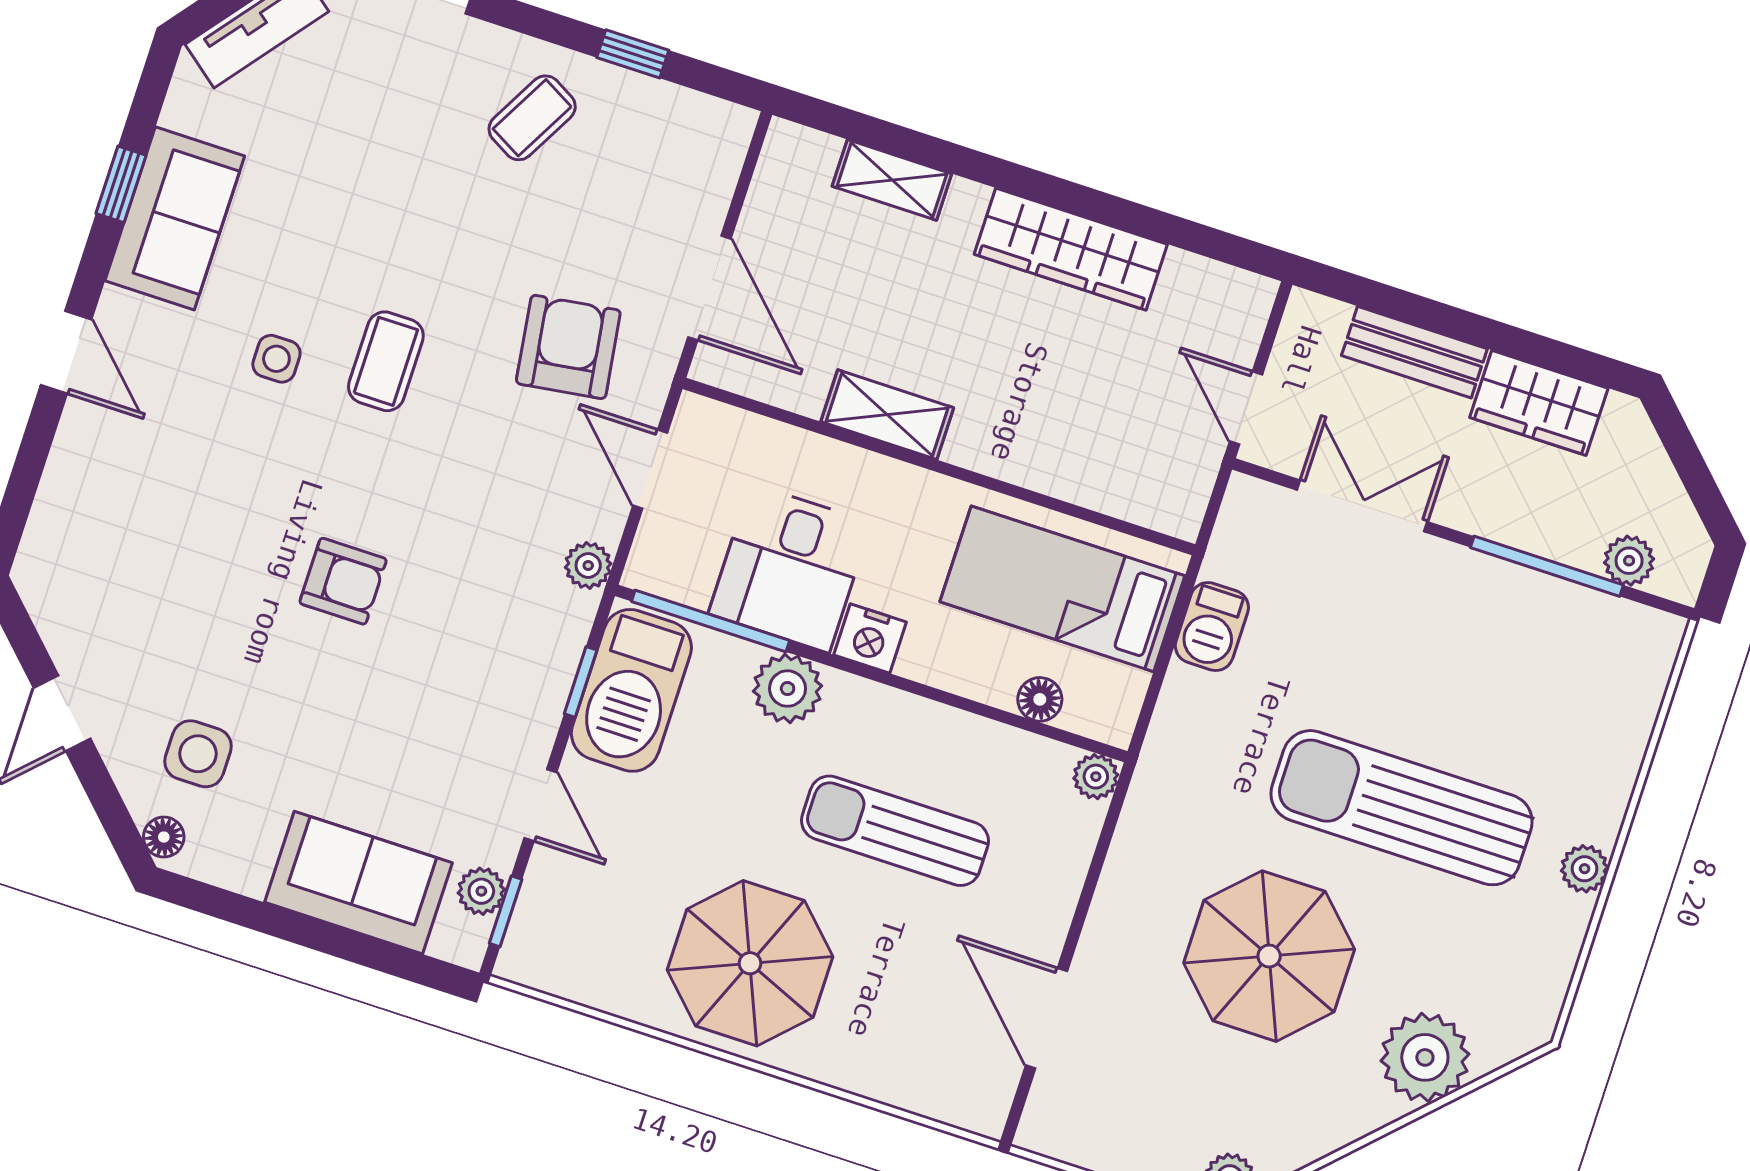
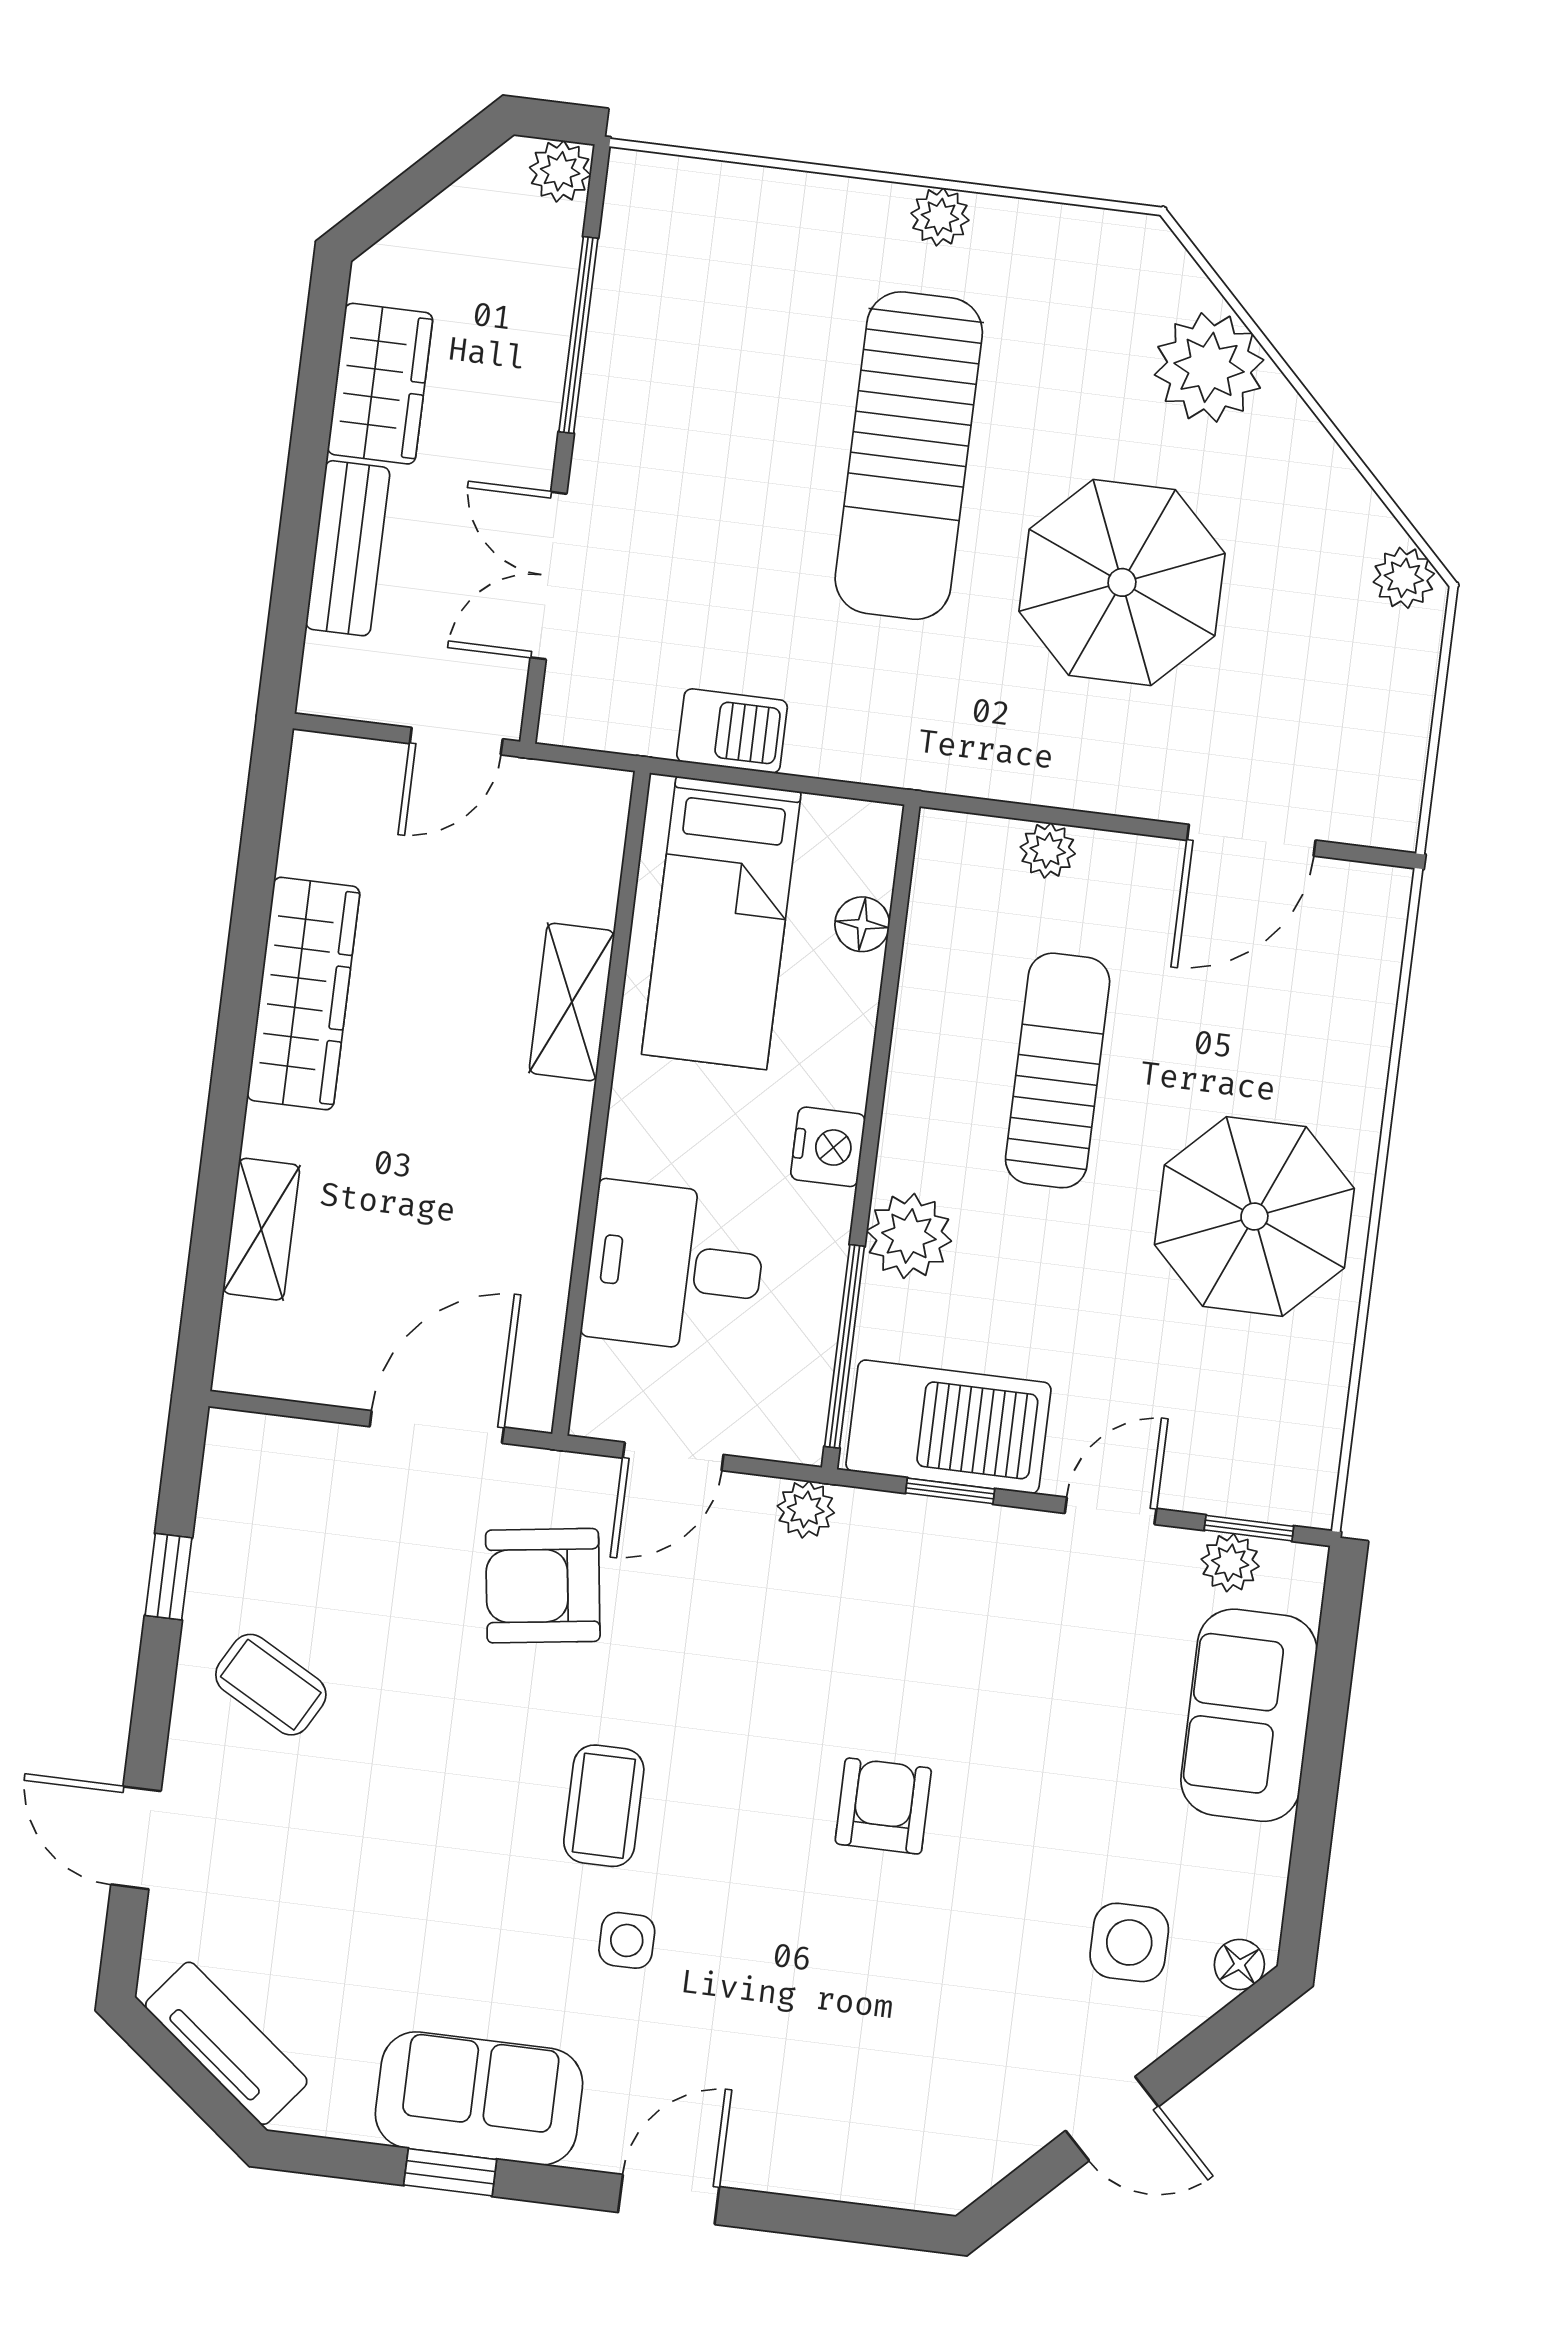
coffee table: (386, 361) -> (604, 1806), turned 90
shelving: (887, 415) -> (572, 1002), moved
plant: (1629, 561) -> (560, 171), moved
desk: (790, 568) -> (675, 1267), moved, turned 180
plant: (1096, 777) -> (1048, 850), moved
sun lounger: (895, 831) -> (1058, 1070), turned 180

